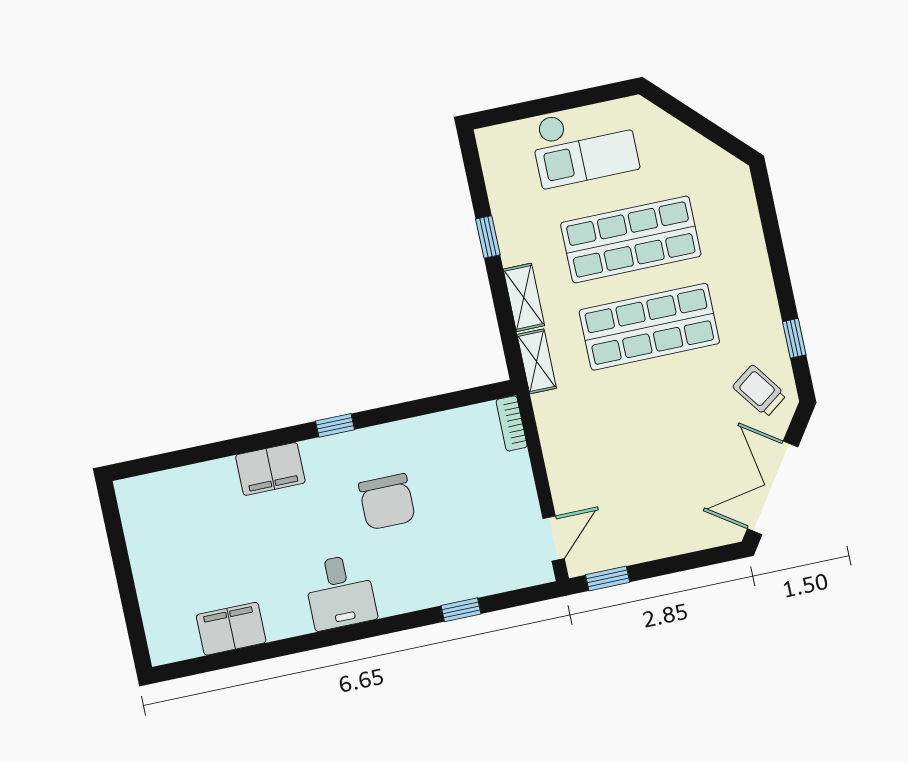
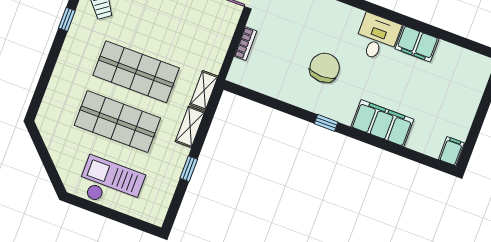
bookcase: (512, 423) -> (245, 44), moved
filing cabinet: (270, 469) -> (382, 123), width x1.50, depth x1.17
filing cabinet: (133, 498) -> (451, 151), added
filing cabinet: (231, 629) -> (417, 44), moved

